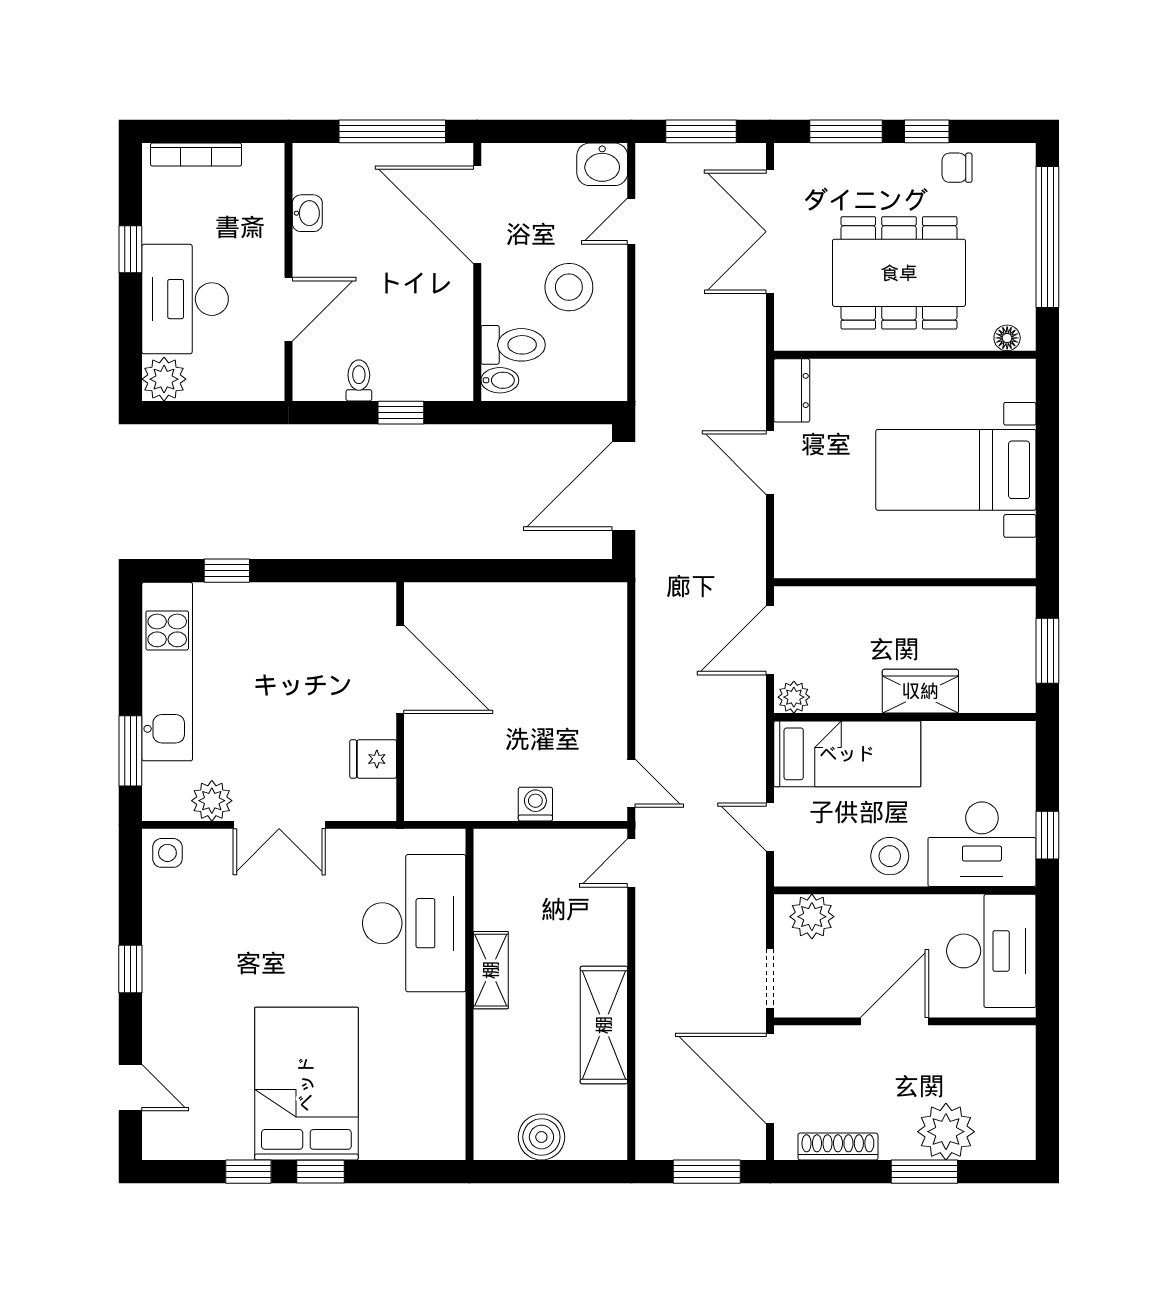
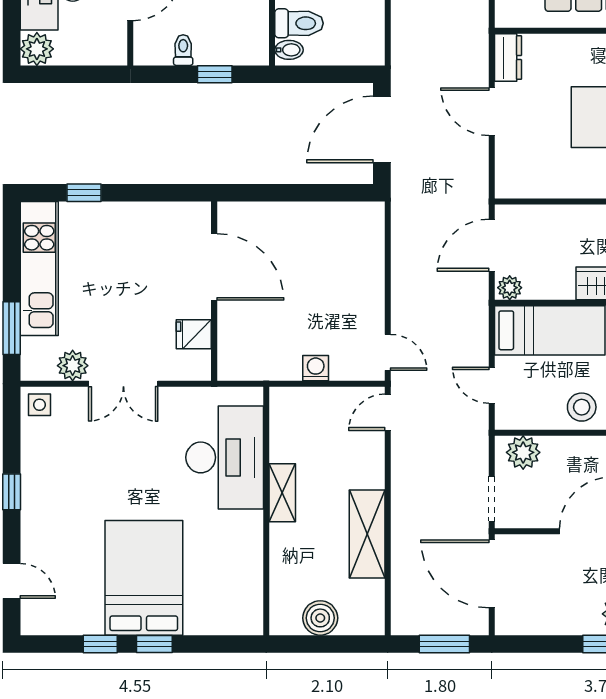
shoe rack: (838, 1147) -> (543, 625), removed

